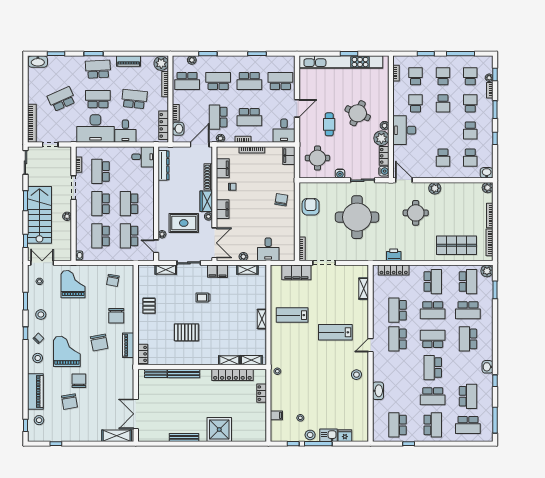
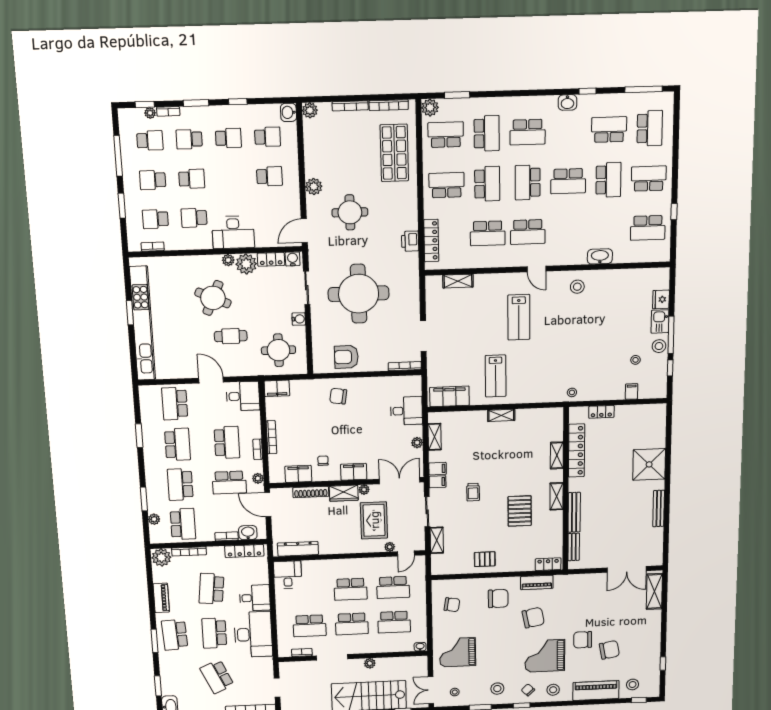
school desk: (470, 76) -> (150, 140), turned 180
filing cabinet: (296, 272) -> (450, 396), moved, turned -90
shelving: (251, 360) -> (557, 496), moved

